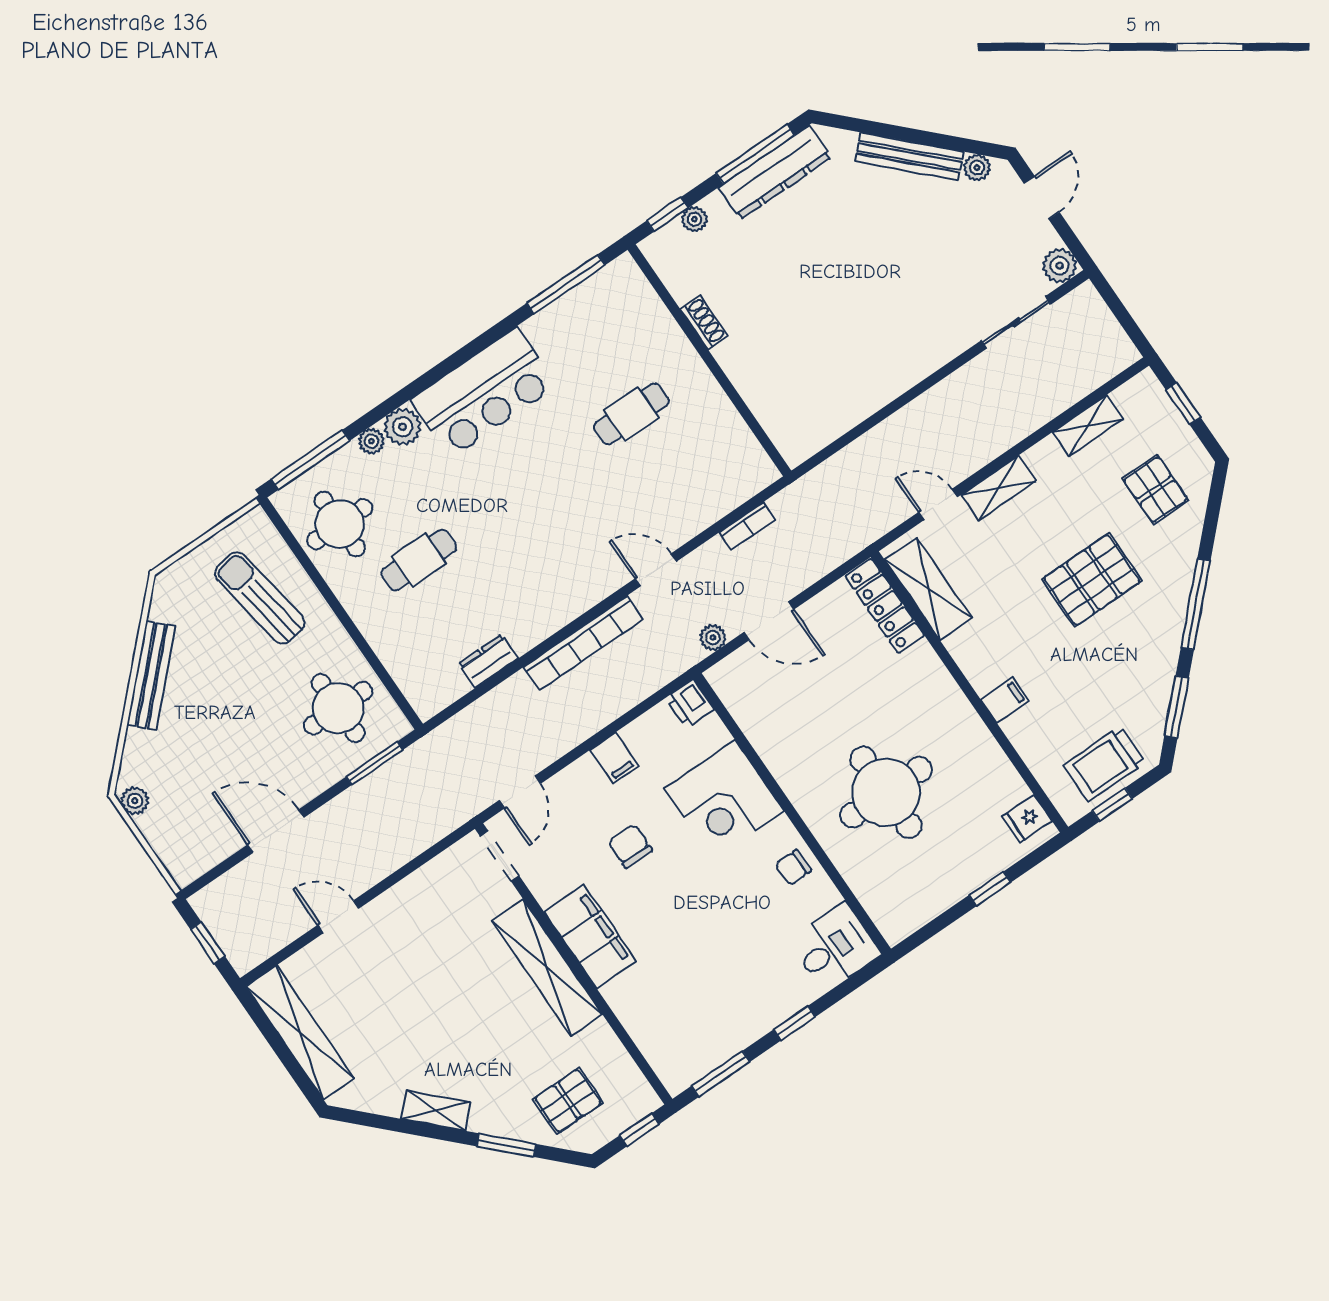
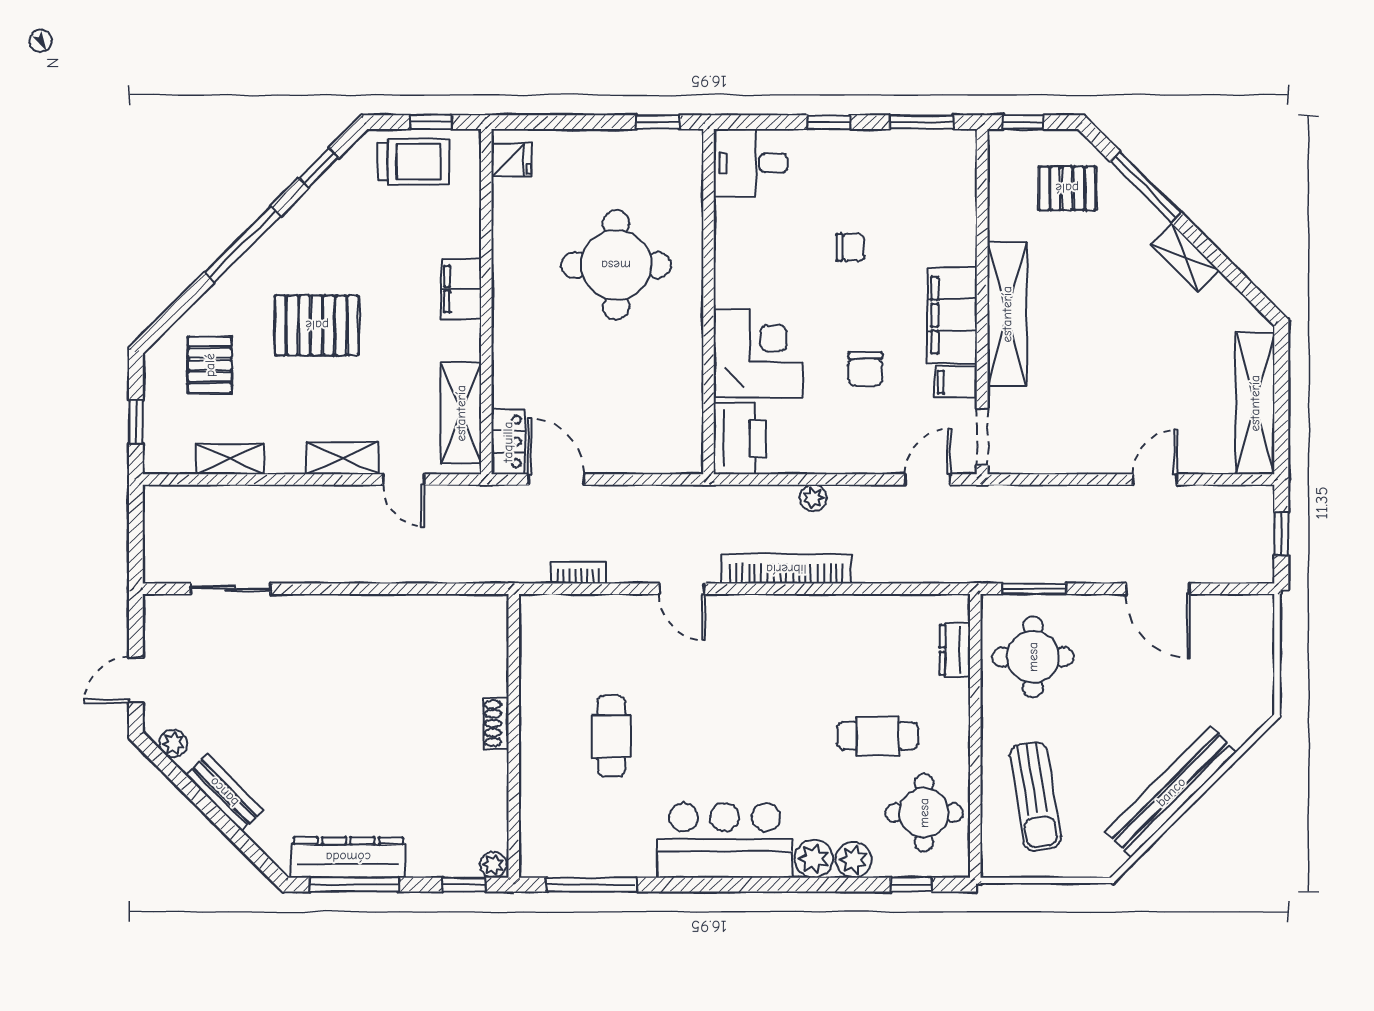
bench: (909, 156) -> (224, 792), width x0.73
plant: (694, 219) -> (493, 865), moved
plant: (1060, 266) -> (160, 612), removed
shoe rack: (704, 322) -> (496, 723), moved
cafe table: (631, 414) -> (611, 736), turned 90
plant: (371, 441) -> (854, 860), width x1.38, depth x1.38
window: (310, 460) -> (911, 885), width x0.46
locker: (885, 606) -> (508, 442), width x0.66
door: (769, 621) -> (556, 479), moved
plant: (713, 638) -> (813, 498), moved
dresser: (488, 661) -> (955, 650), moved, turned 90
bench: (151, 676) -> (1171, 792), width x1.37, depth x1.21
filing cabinet: (1005, 700) -> (461, 289), width x2.00
printer: (690, 704) -> (740, 438), width x1.87, depth x1.48
window: (1177, 707) -> (319, 168), width x0.67
filing cabinet: (614, 758) -> (956, 382), moved, turned -90
plant: (135, 801) -> (1260, 697), removed
chair: (793, 868) -> (850, 247), moved
window: (990, 889) -> (658, 122), moved
door: (338, 917) -> (1155, 479), swing flipped
window: (506, 1145) -> (1146, 187), width x1.44

